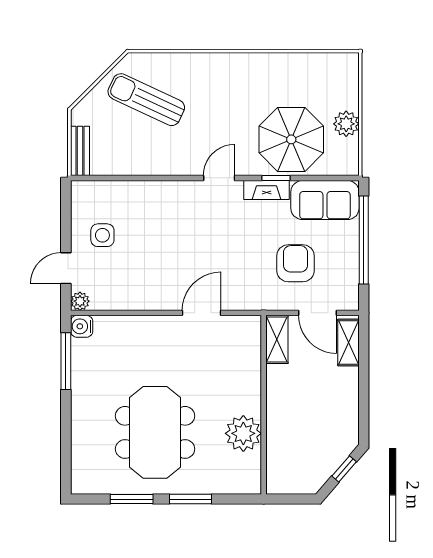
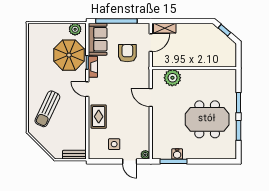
sun lounger: (146, 100) -> (47, 109), moved
plant: (346, 124) -> (75, 29), moved
rug: (161, 202) -> (99, 117), added
armchair: (296, 263) -> (127, 53), turned 90
water cooler: (82, 326) -> (177, 154), moved
shelving: (277, 339) -> (163, 62), removed
plant: (243, 433) -> (172, 78), moved

